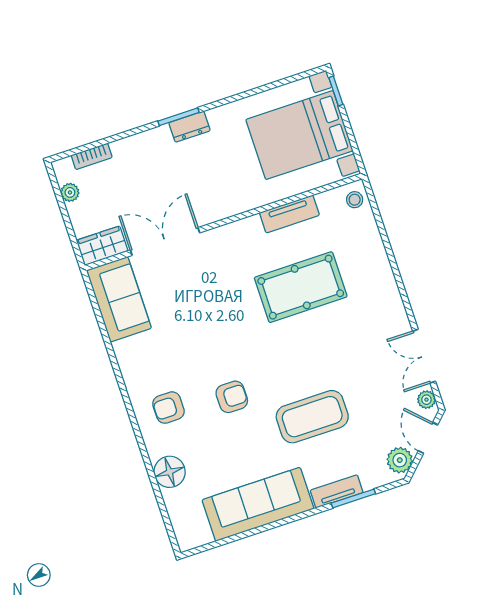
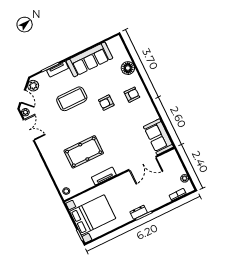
tv unit: (289, 214) -> (104, 176), moved
wardrobe: (102, 246) -> (168, 158), removed

